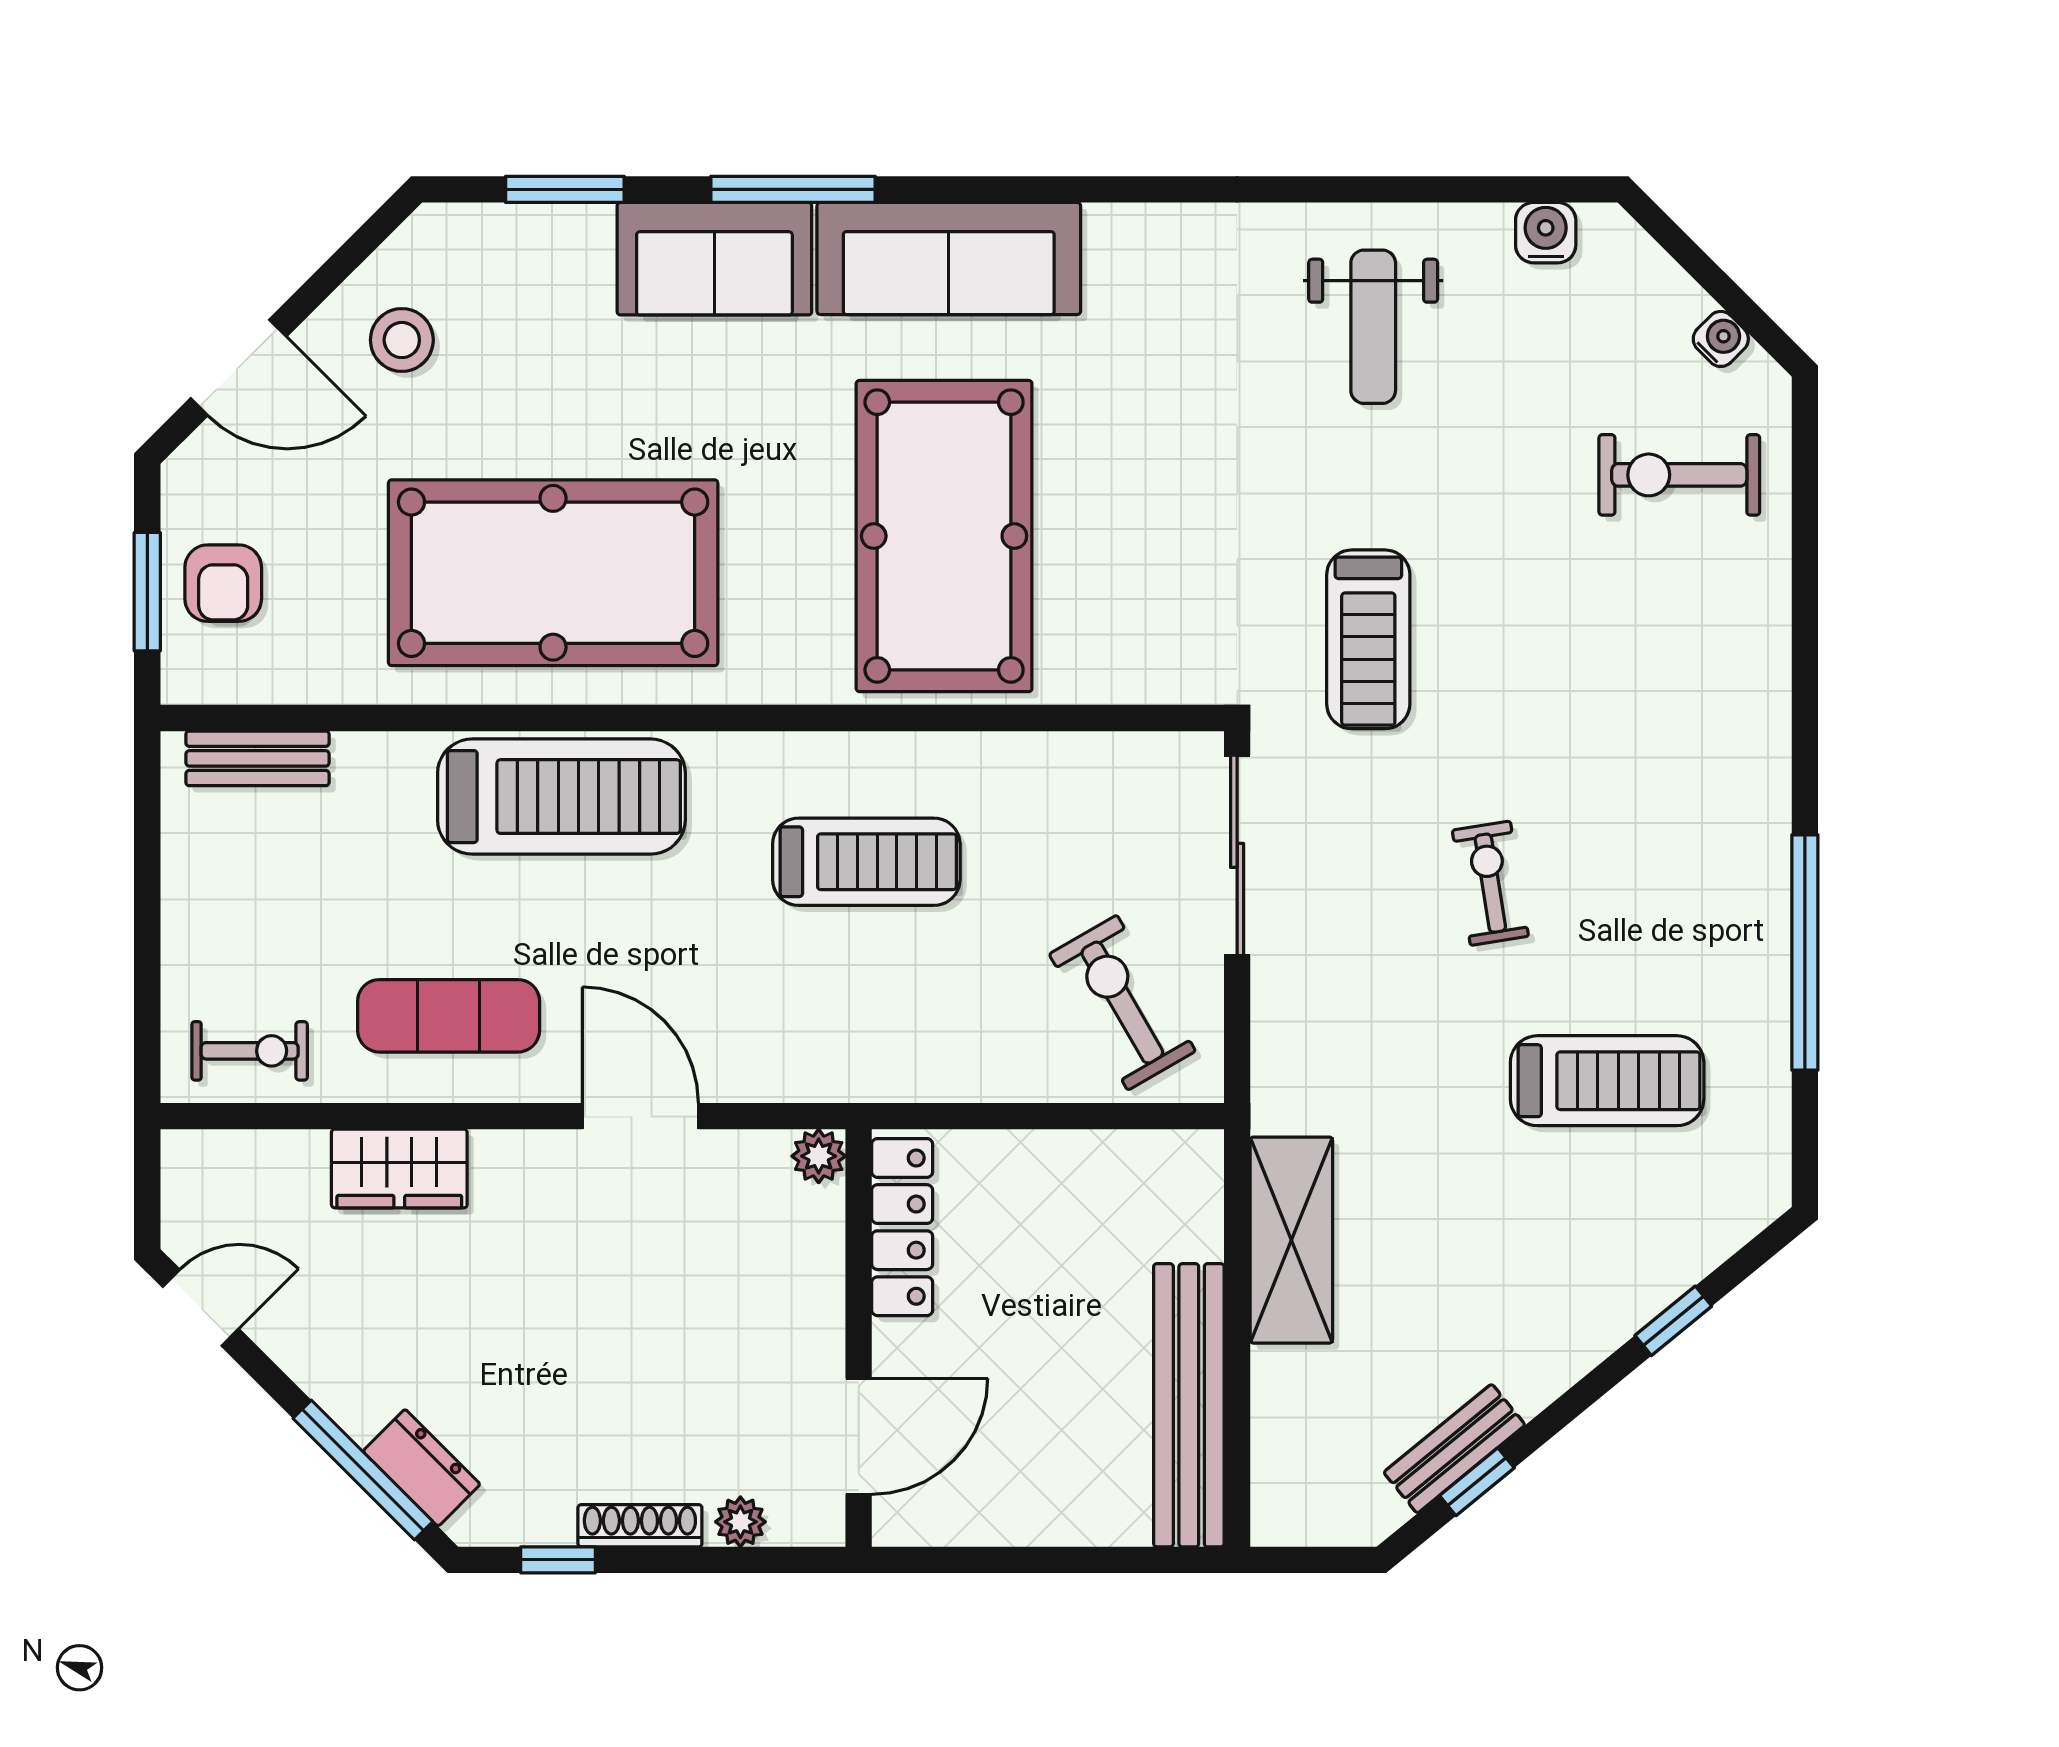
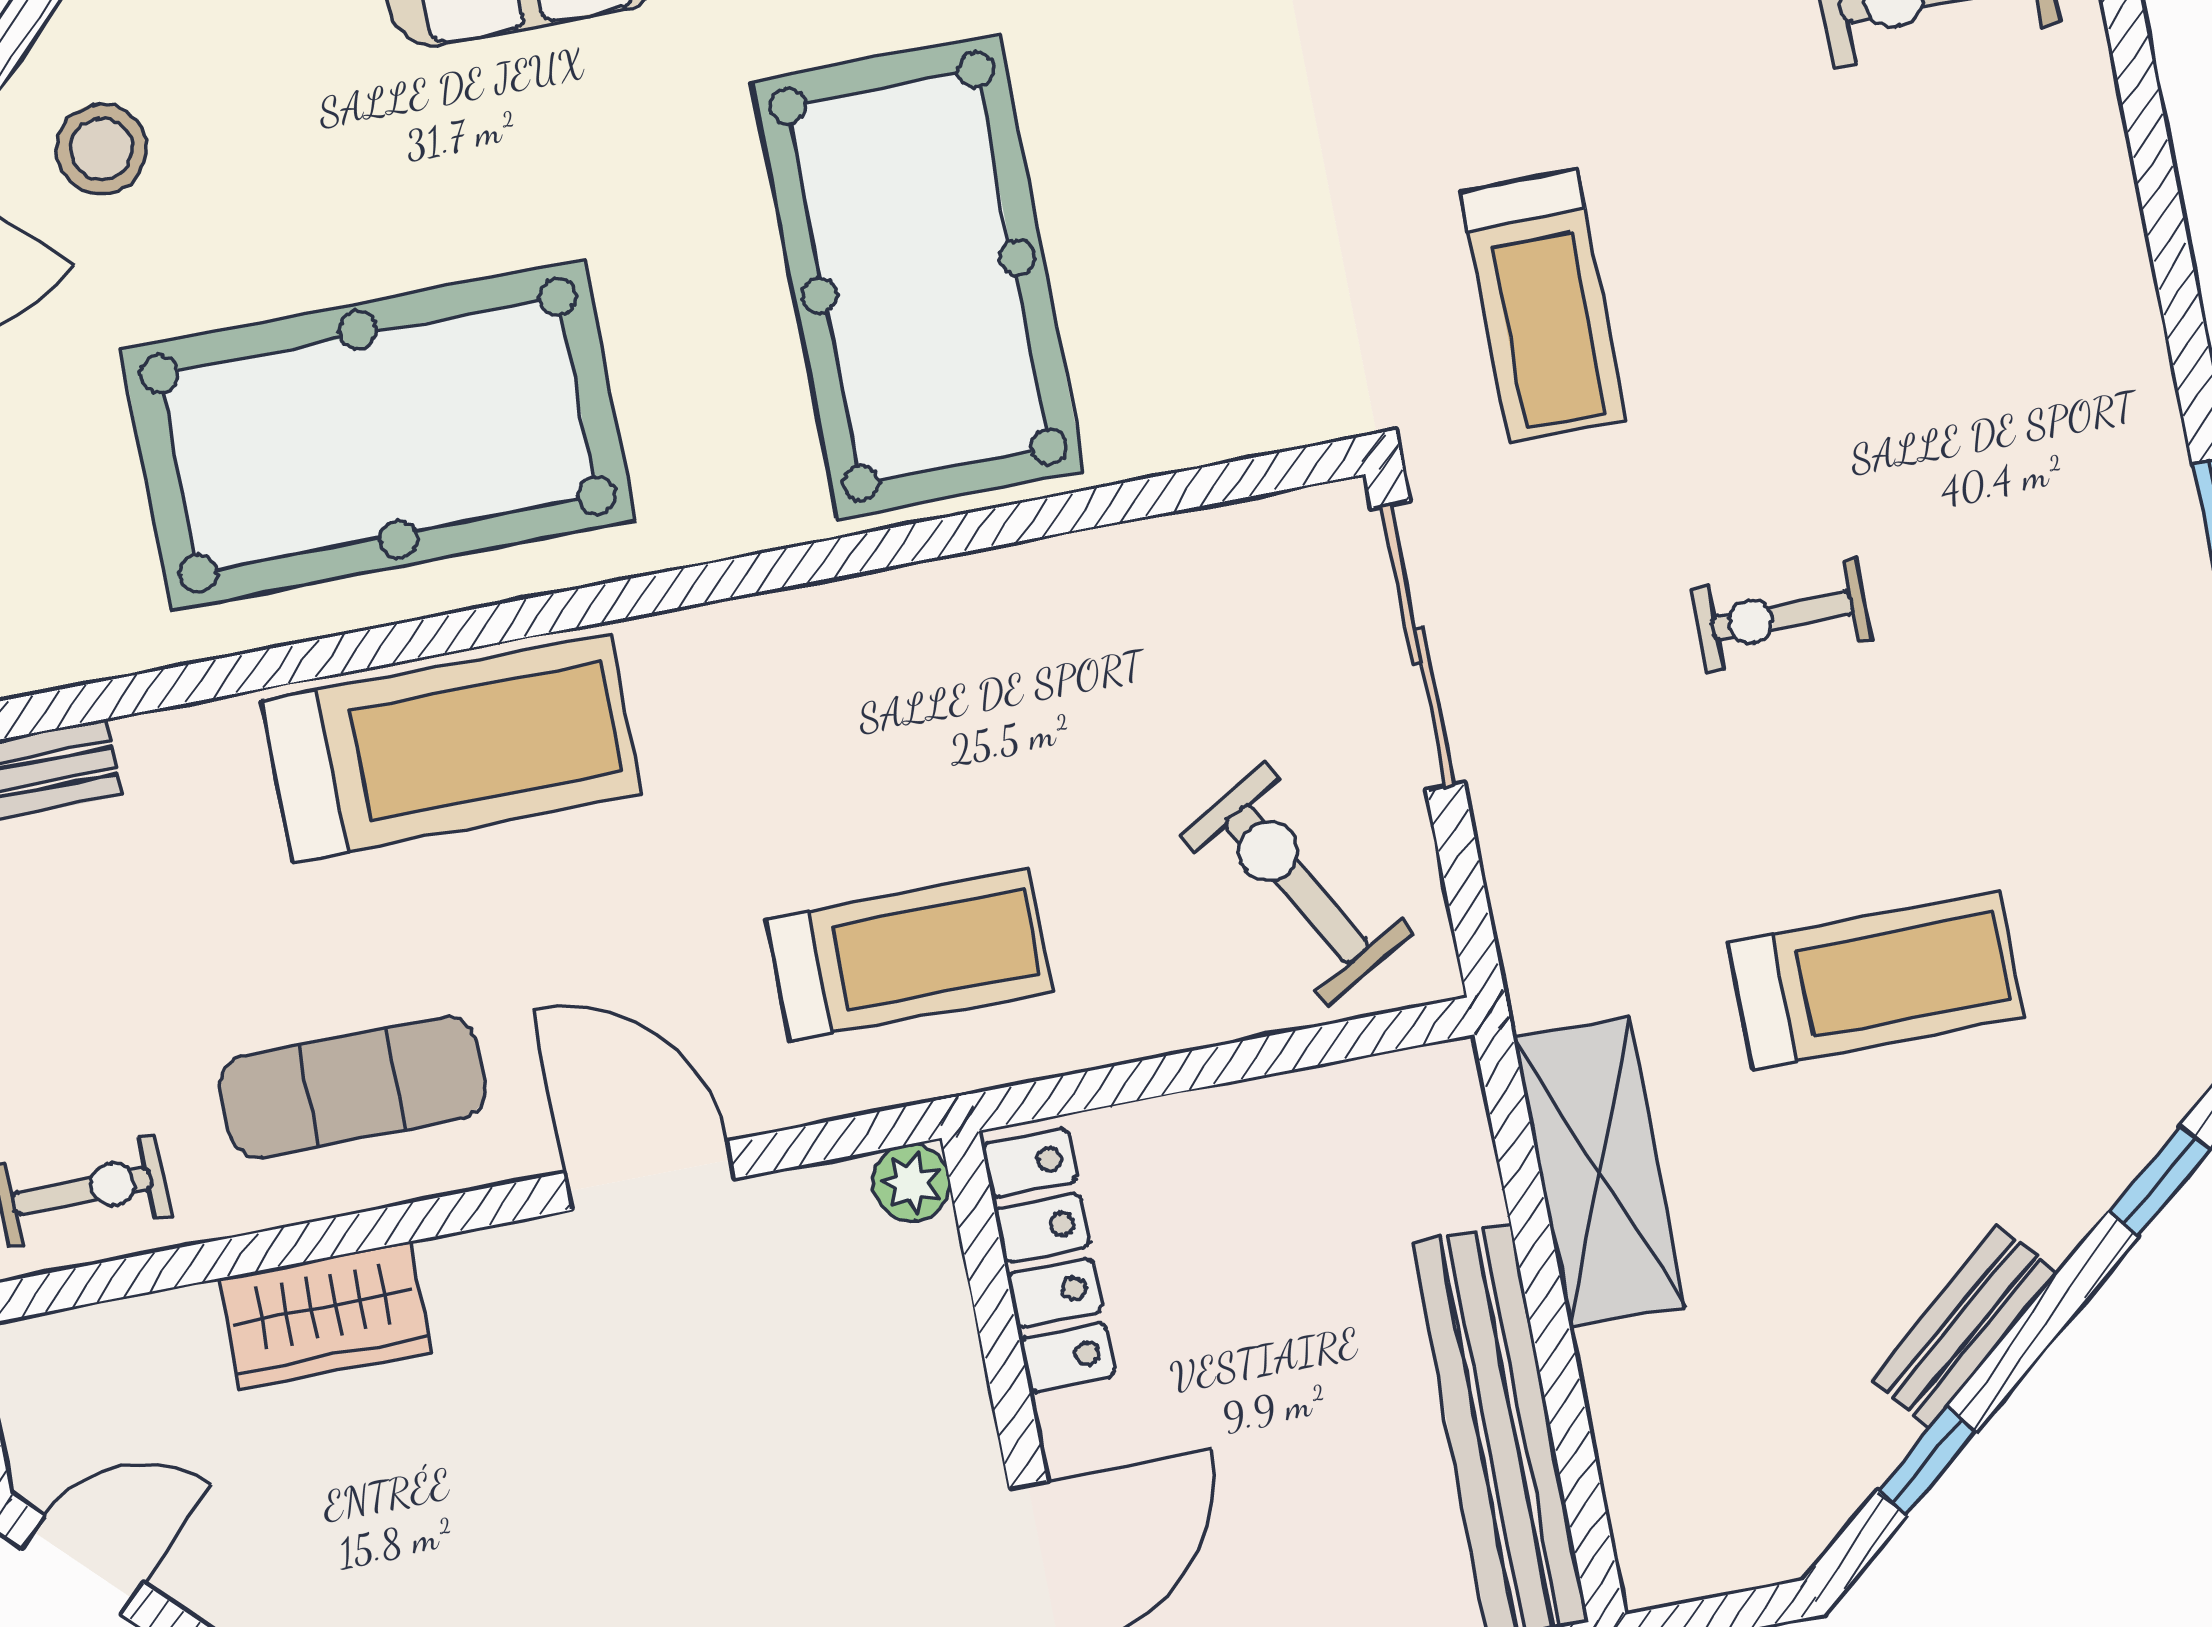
treadmill: (866, 862) -> (909, 955), moved
exercise bike: (1490, 883) -> (1782, 615), turned -81
treadmill: (1607, 1081) -> (1876, 980), moved
bench: (1454, 1449) -> (1964, 1327), moved

